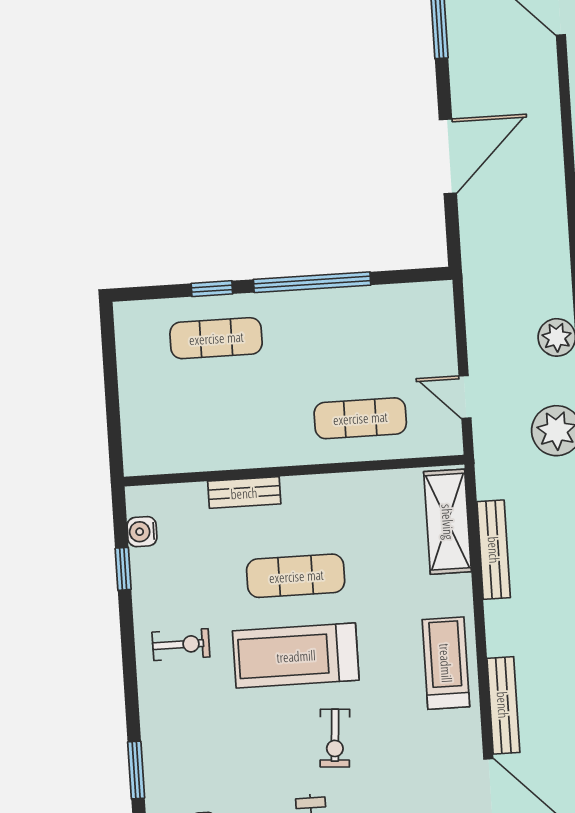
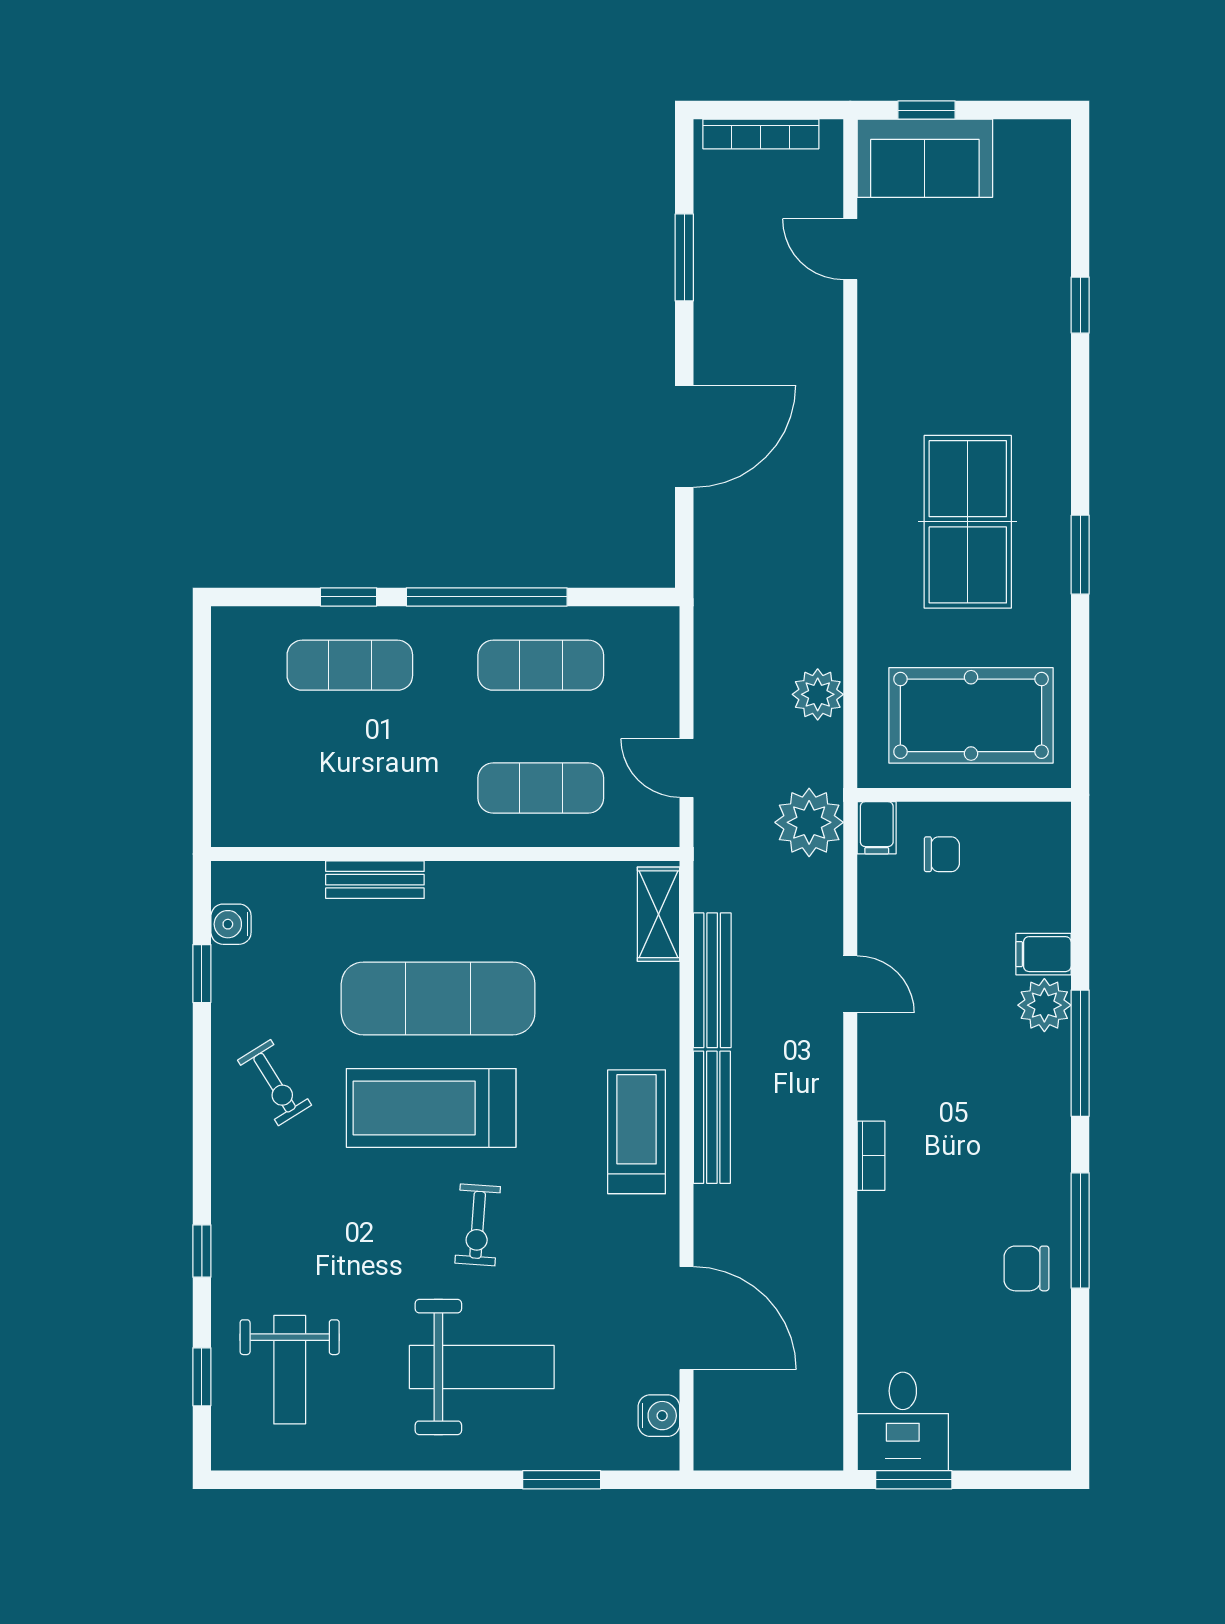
exercise mat: (354, 329) -> (541, 665), added
shelving: (448, 522) -> (658, 914), width x0.67, depth x0.75
exercise mat: (296, 576) -> (438, 998), width x1.36, depth x1.45
exercise bike: (181, 645) -> (275, 1083), turned 58
bench: (503, 705) -> (712, 1117), moved
window: (136, 770) -> (202, 1251), width x0.67

